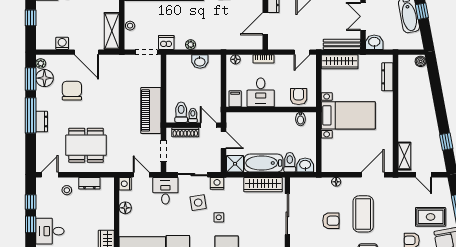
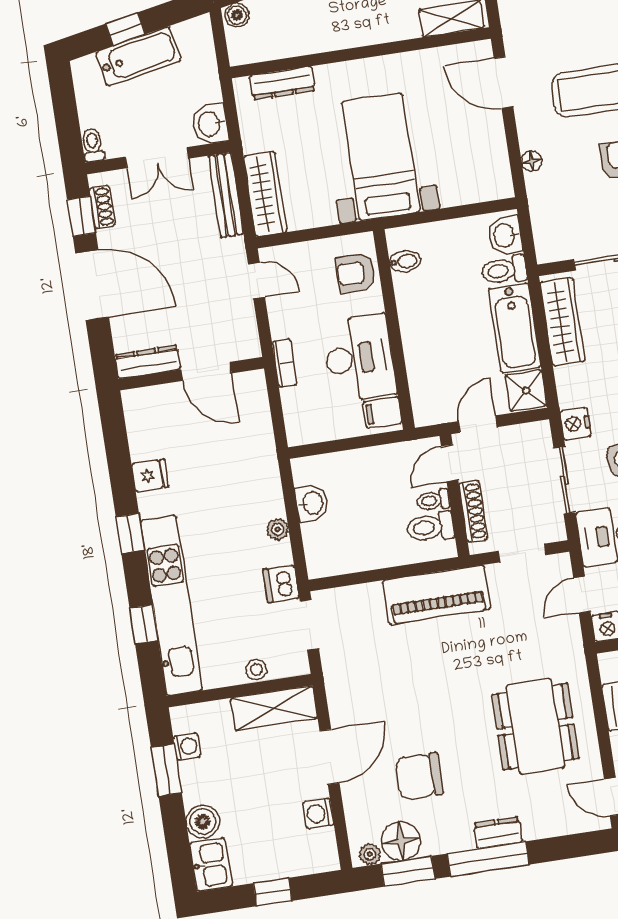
floor lamp: (235, 59) -> (295, 425), removed
desk: (261, 92) -> (359, 358), width x1.37

